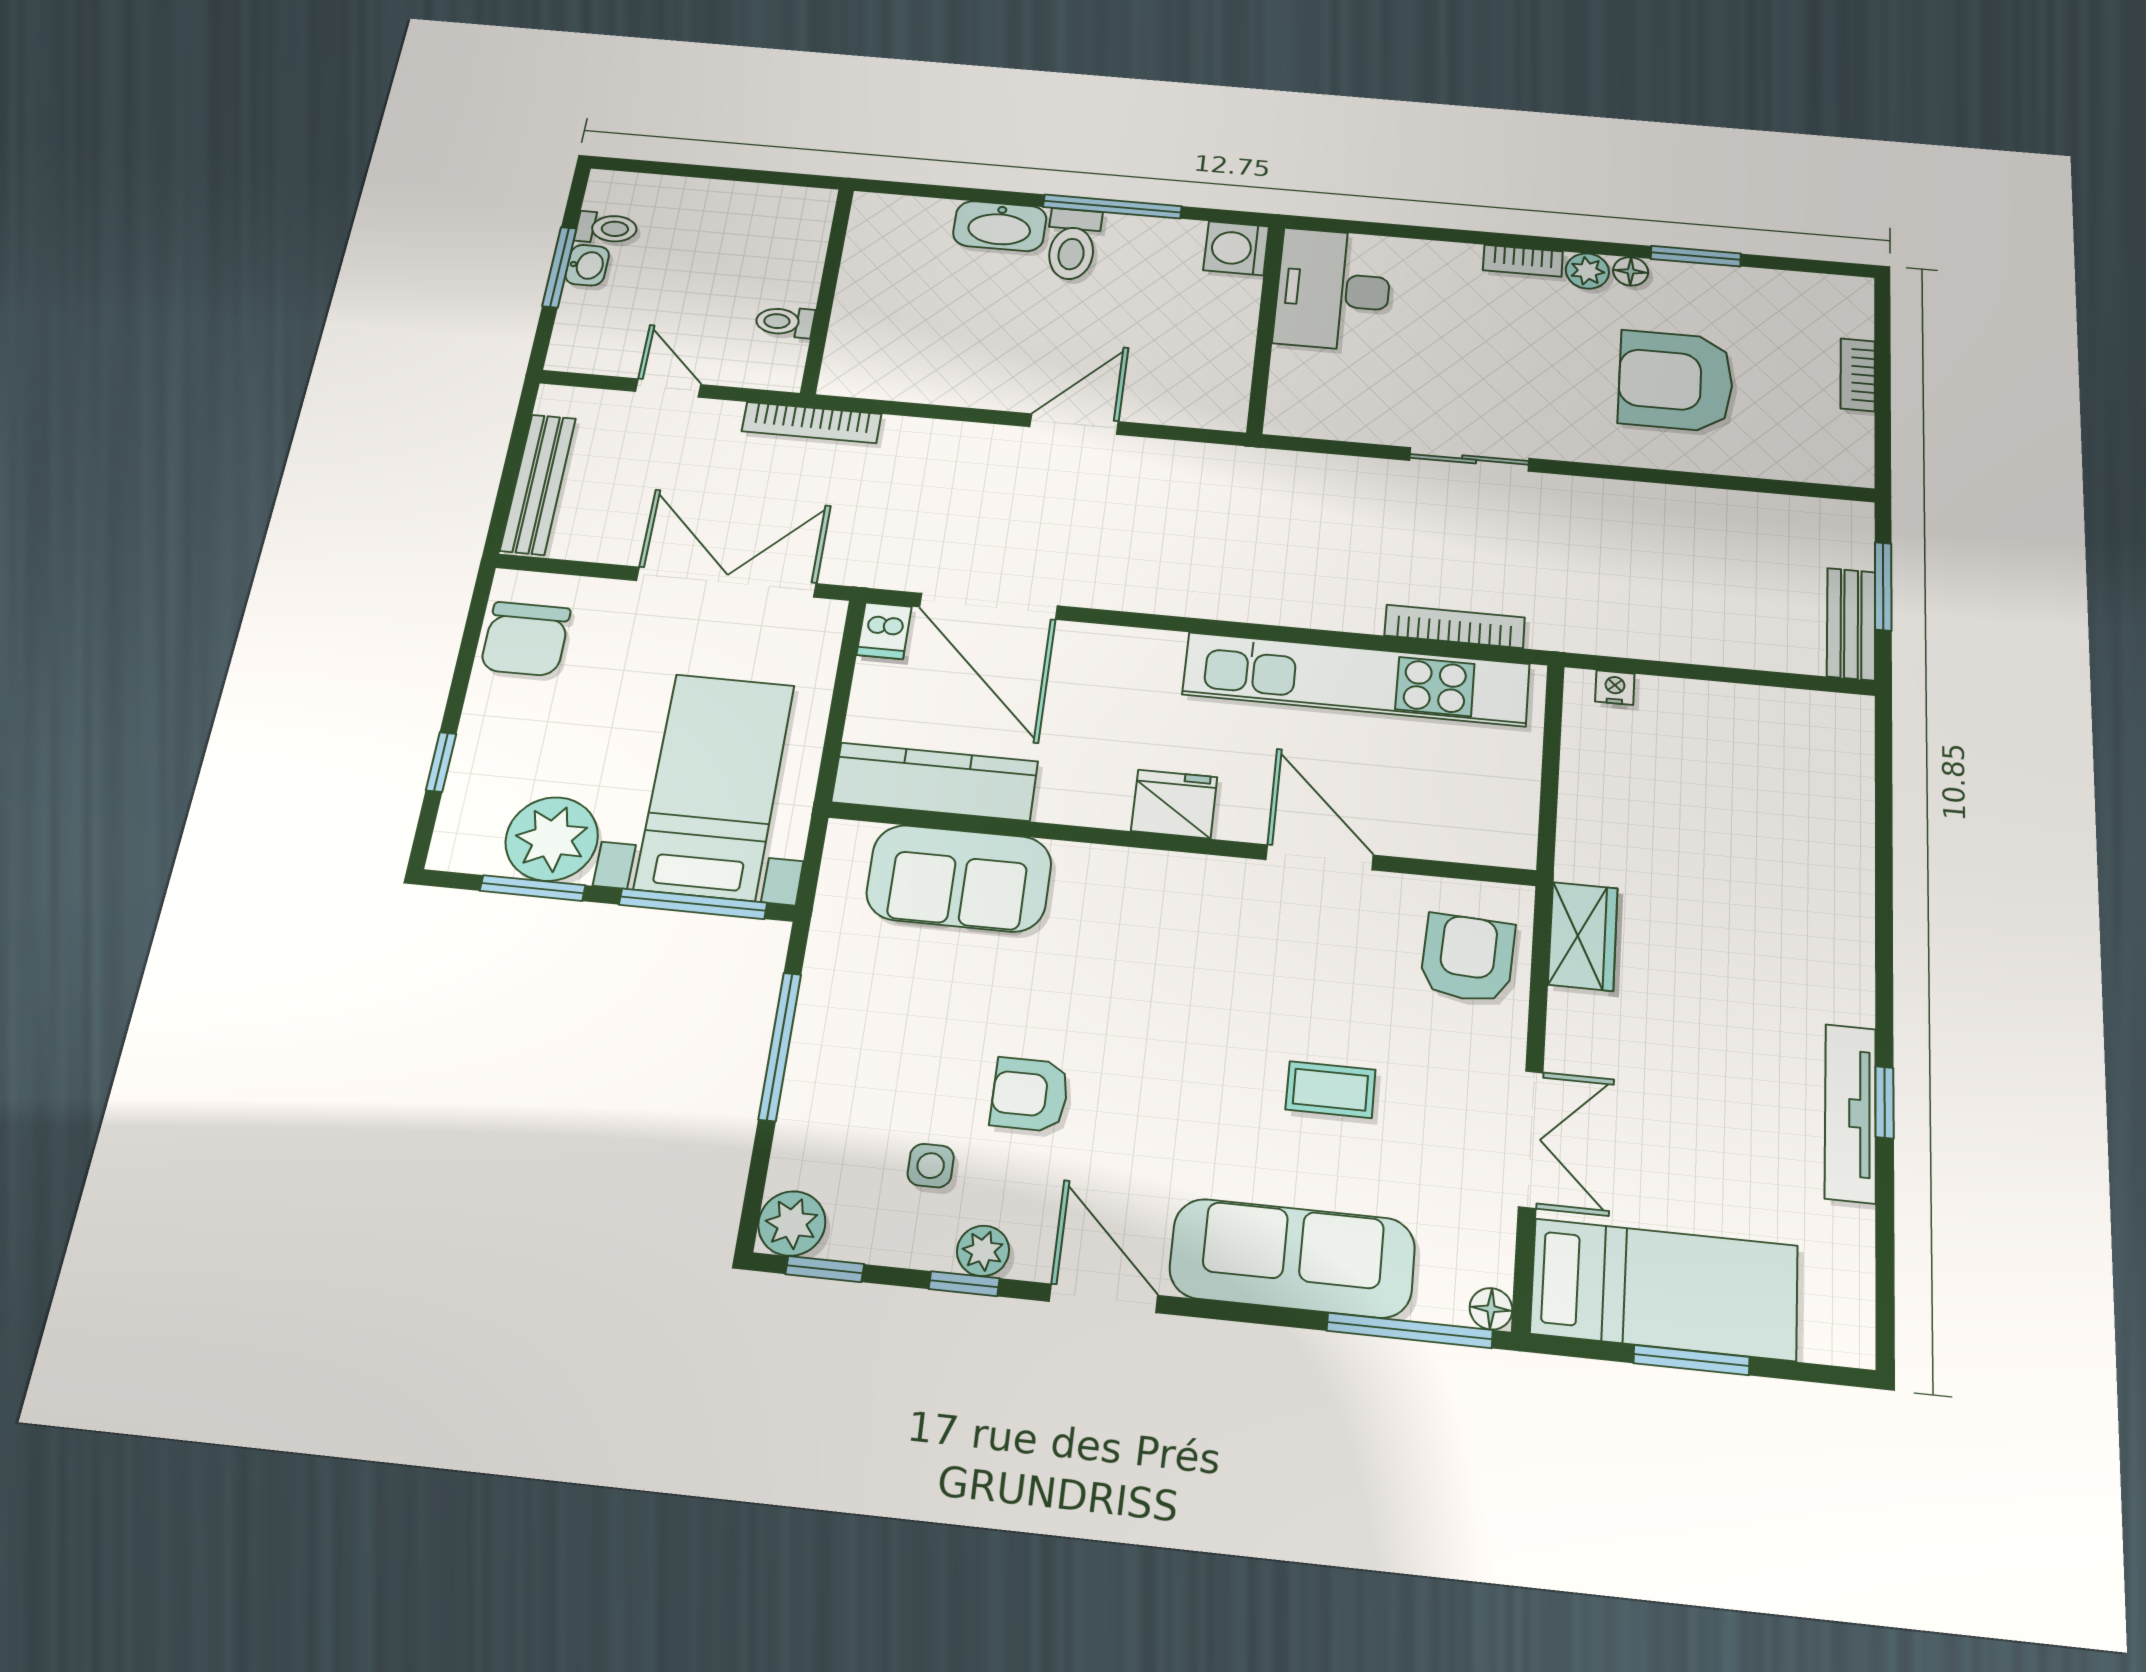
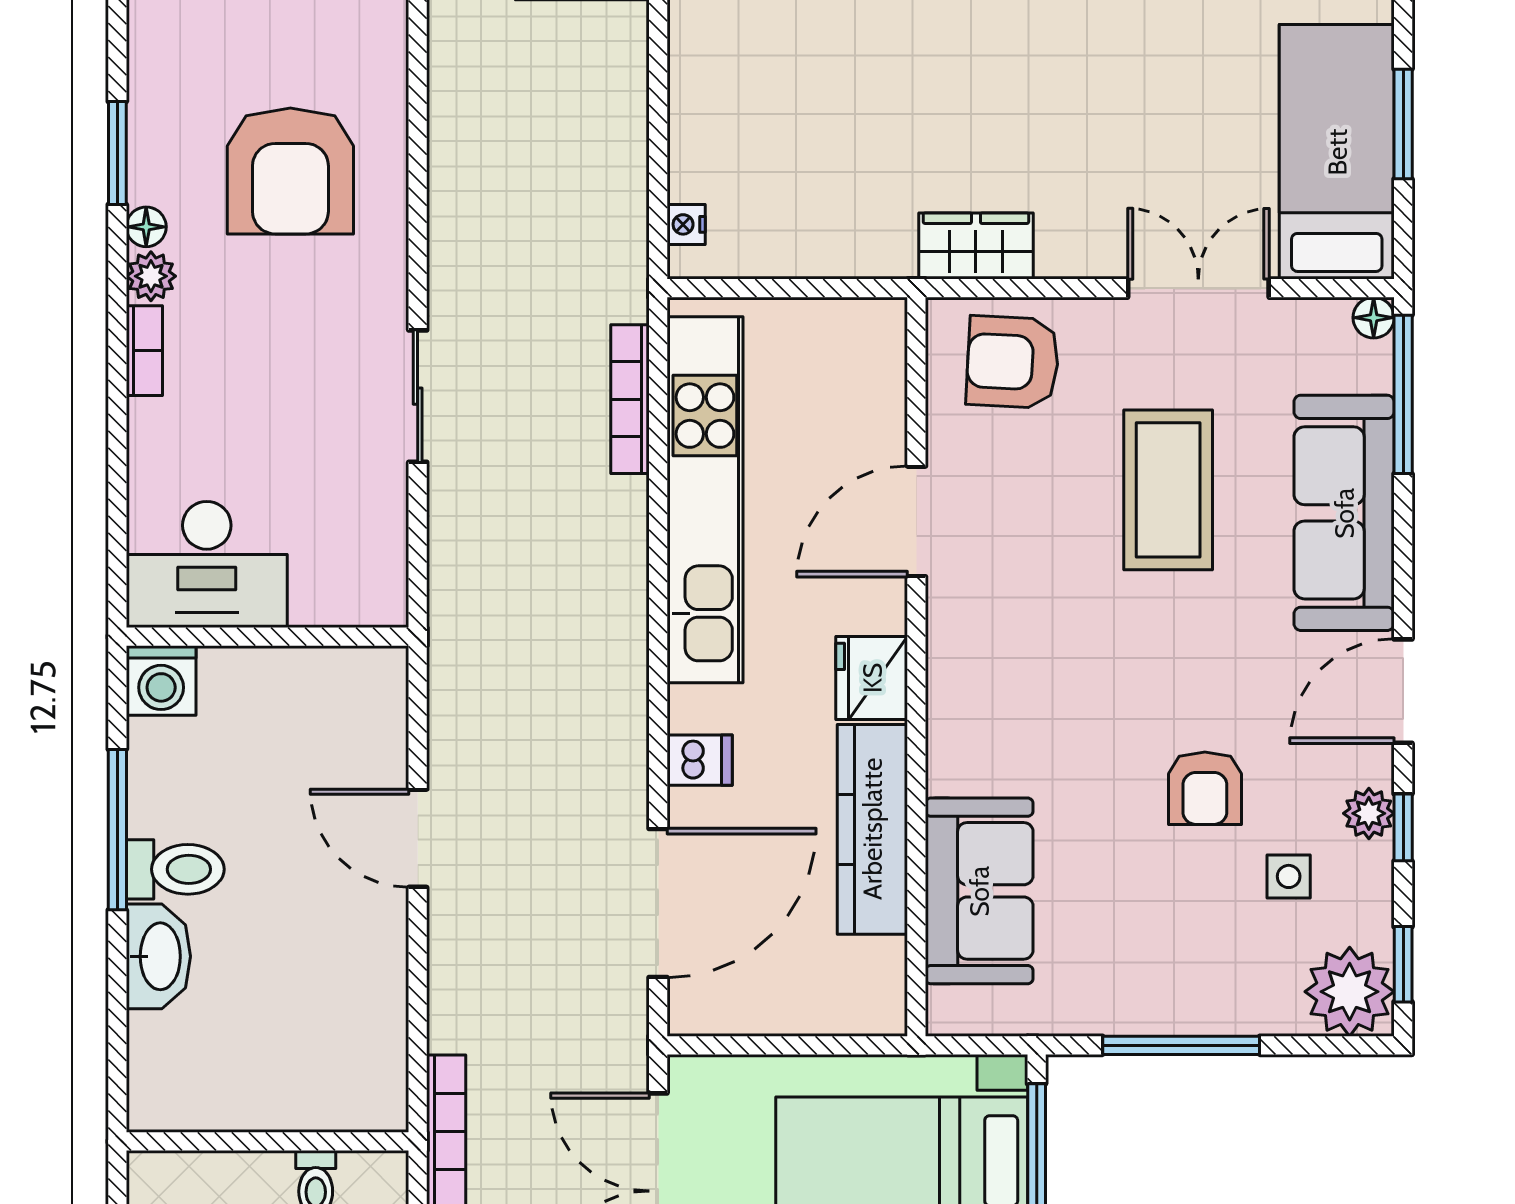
dishwasher: (884, 631) -> (700, 760), moved
kitchen counter: (935, 782) -> (872, 829), moved
coffee table: (1330, 1090) -> (1168, 490), width x1.86, depth x1.72
plant: (792, 1223) -> (1350, 992), width x1.36, depth x1.36

